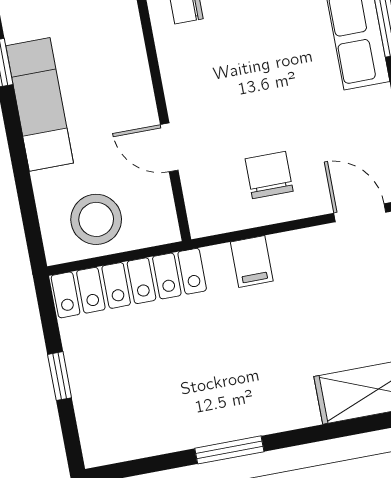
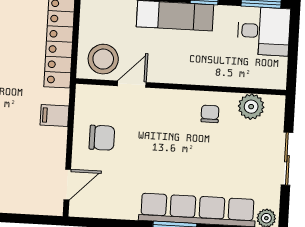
stool: (96, 219) -> (103, 59), moved

